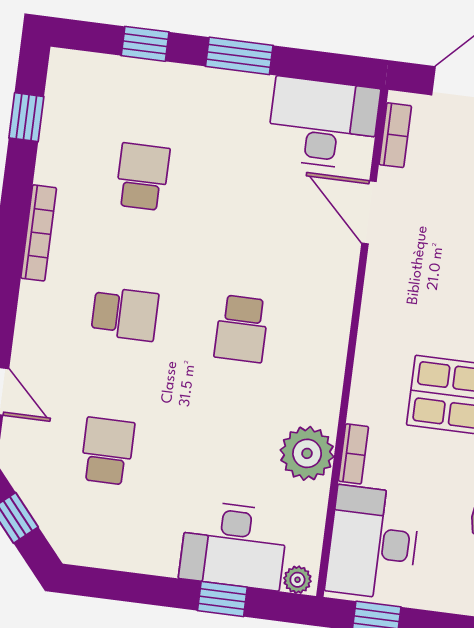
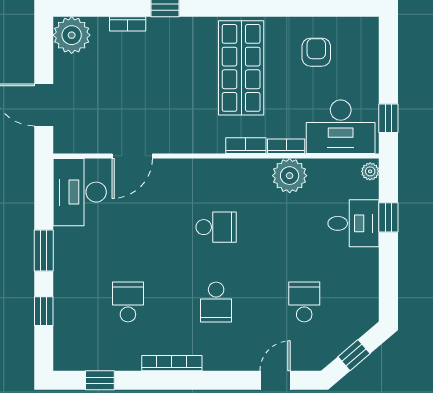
bookcase: (395, 135) -> (246, 146), moved
school desk: (142, 177) -> (128, 302), turned 90
school desk: (125, 314) -> (216, 302), turned 180
school desk: (107, 451) -> (304, 302), turned 90
desk: (234, 545) -> (353, 223), width x0.73

